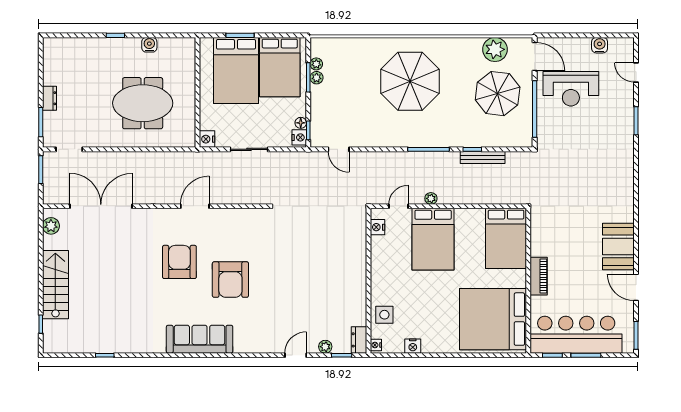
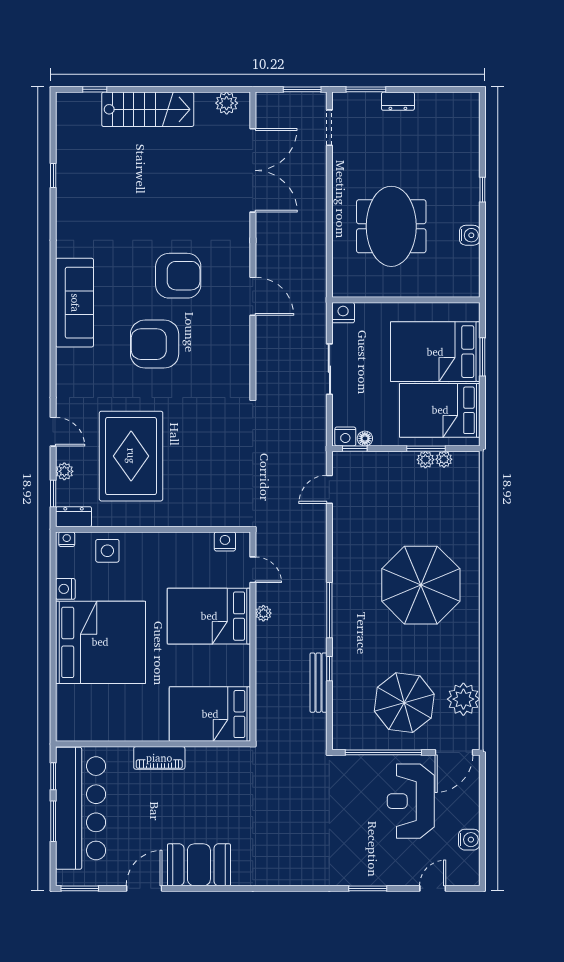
rug: (314, 297) -> (131, 456), added
bed: (493, 319) -> (100, 642), moved, turned 90

